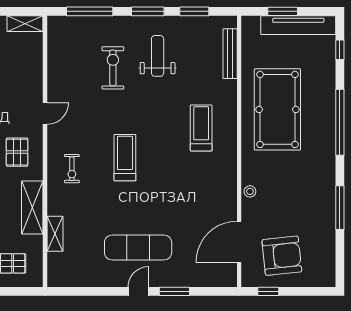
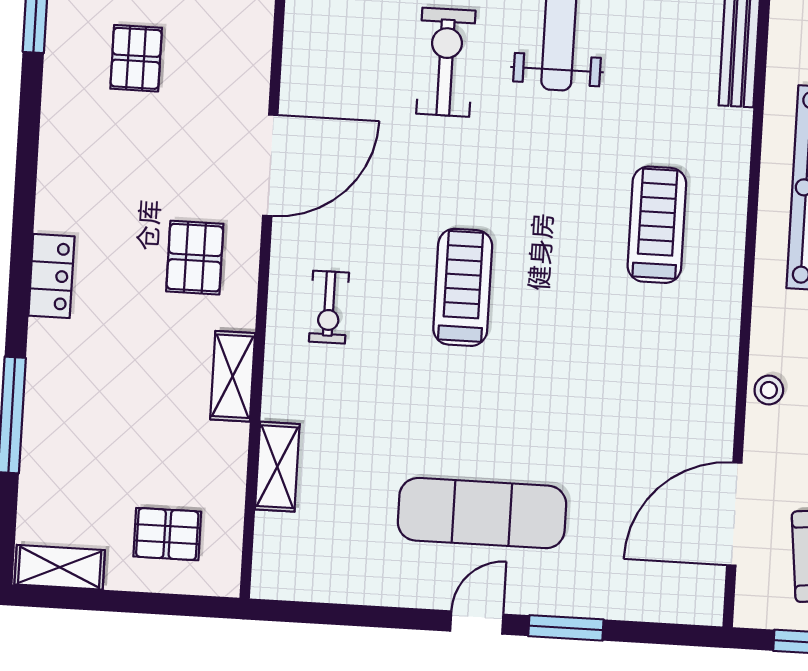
door: (45, 113) -> (270, 165), width x1.88
shelving: (32, 208) -> (233, 376), width x0.67, depth x0.75

